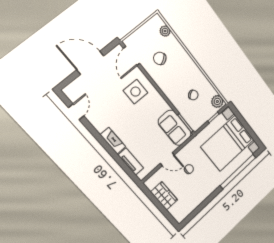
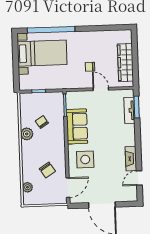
plant: (217, 101) -> (27, 134), moved
sofa: (175, 128) -> (77, 126), moved
fireplace: (113, 141) -> (131, 159), moved
bed with nightstands: (228, 143) -> (42, 53), width x0.73
window: (127, 169) -> (137, 107), added
wardrobe: (164, 196) -> (125, 63), width x1.50

